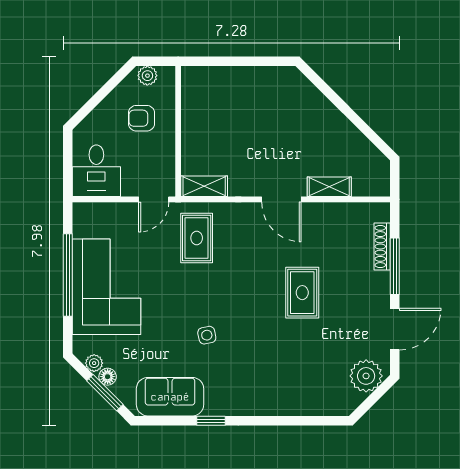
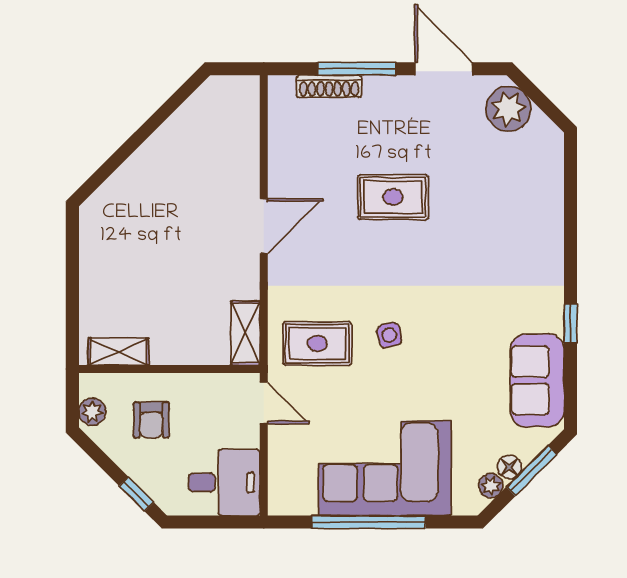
window: (88, 108) -> (137, 494), added
shelving: (329, 187) -> (119, 352), moved, turned 90
side table: (207, 335) -> (389, 335), moved

